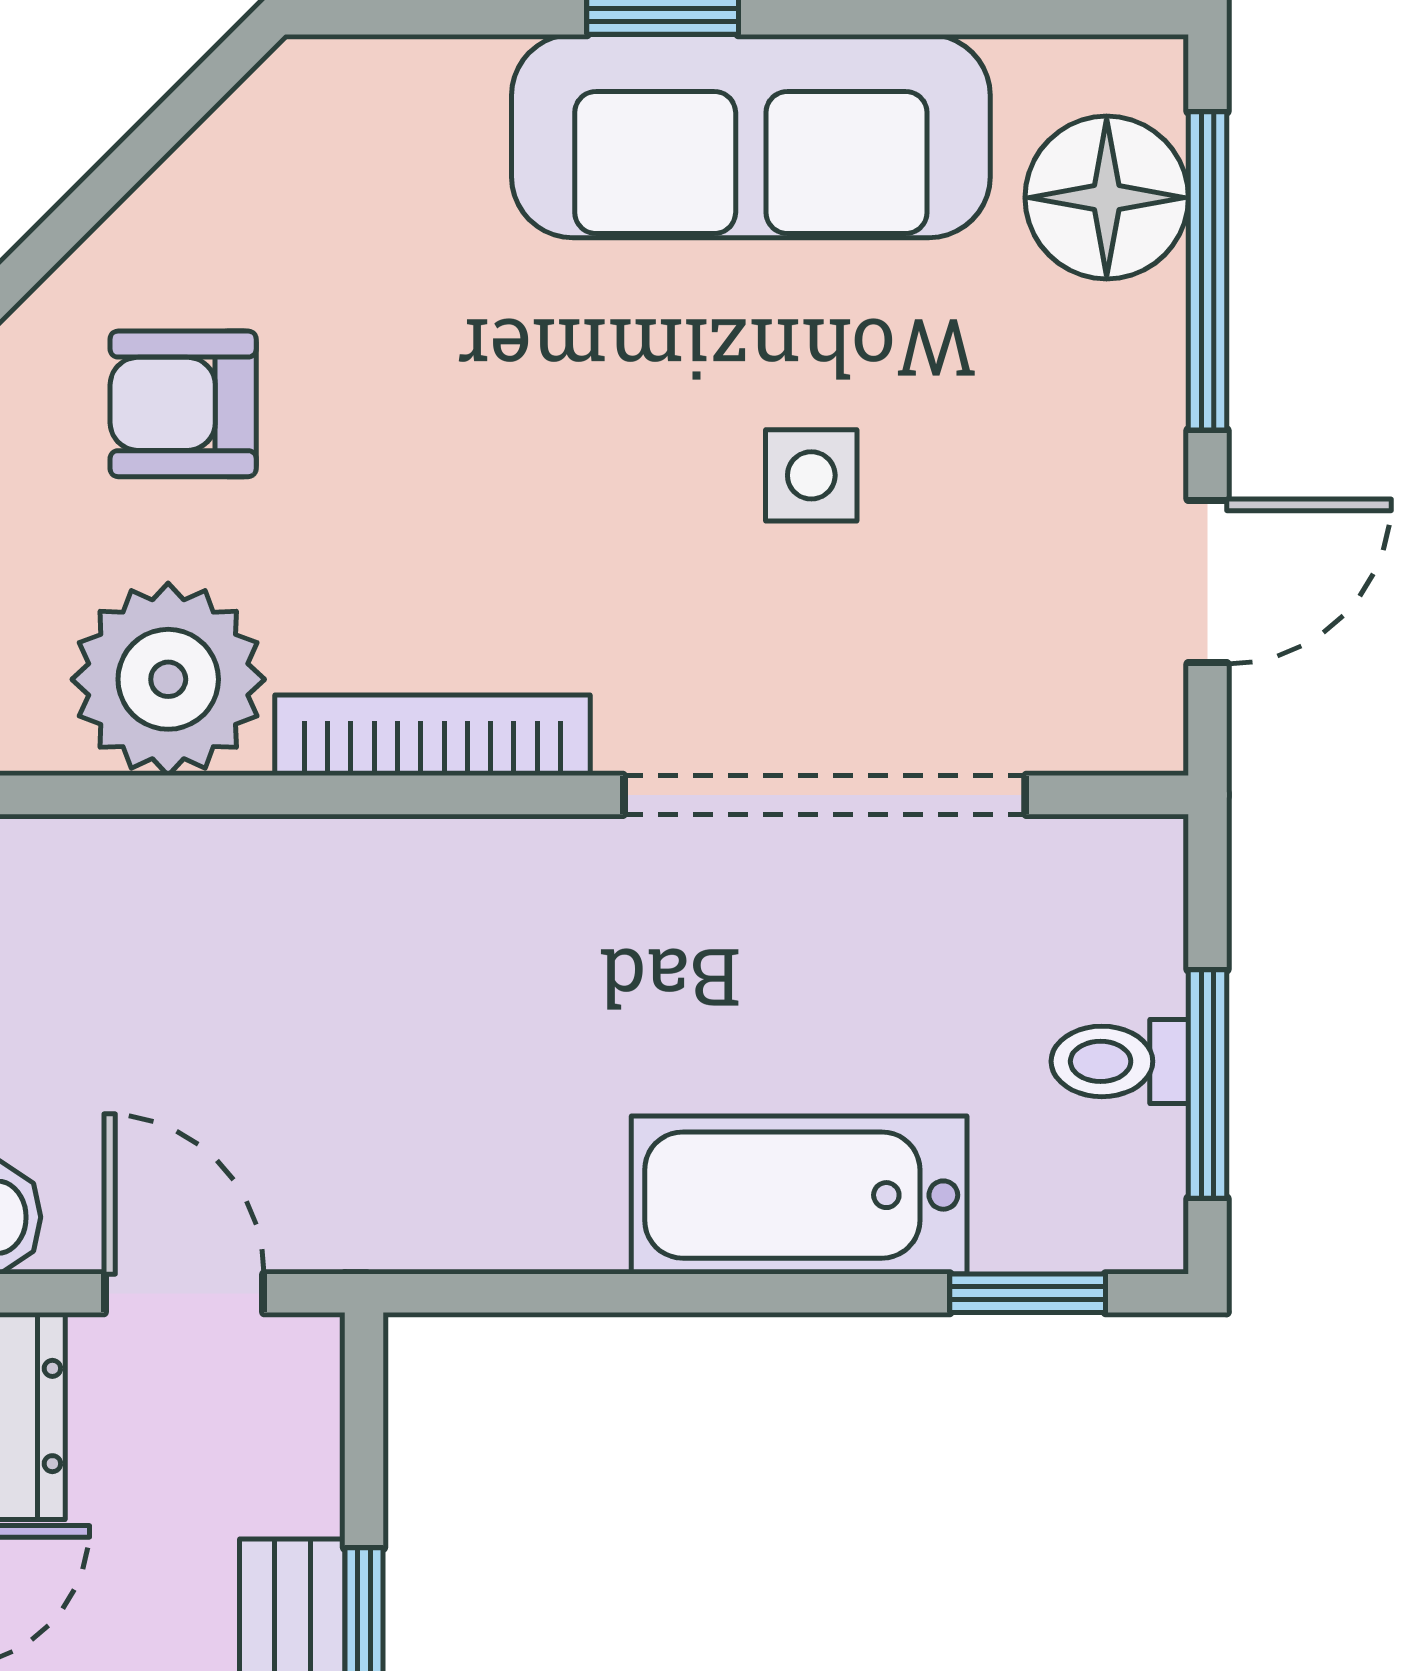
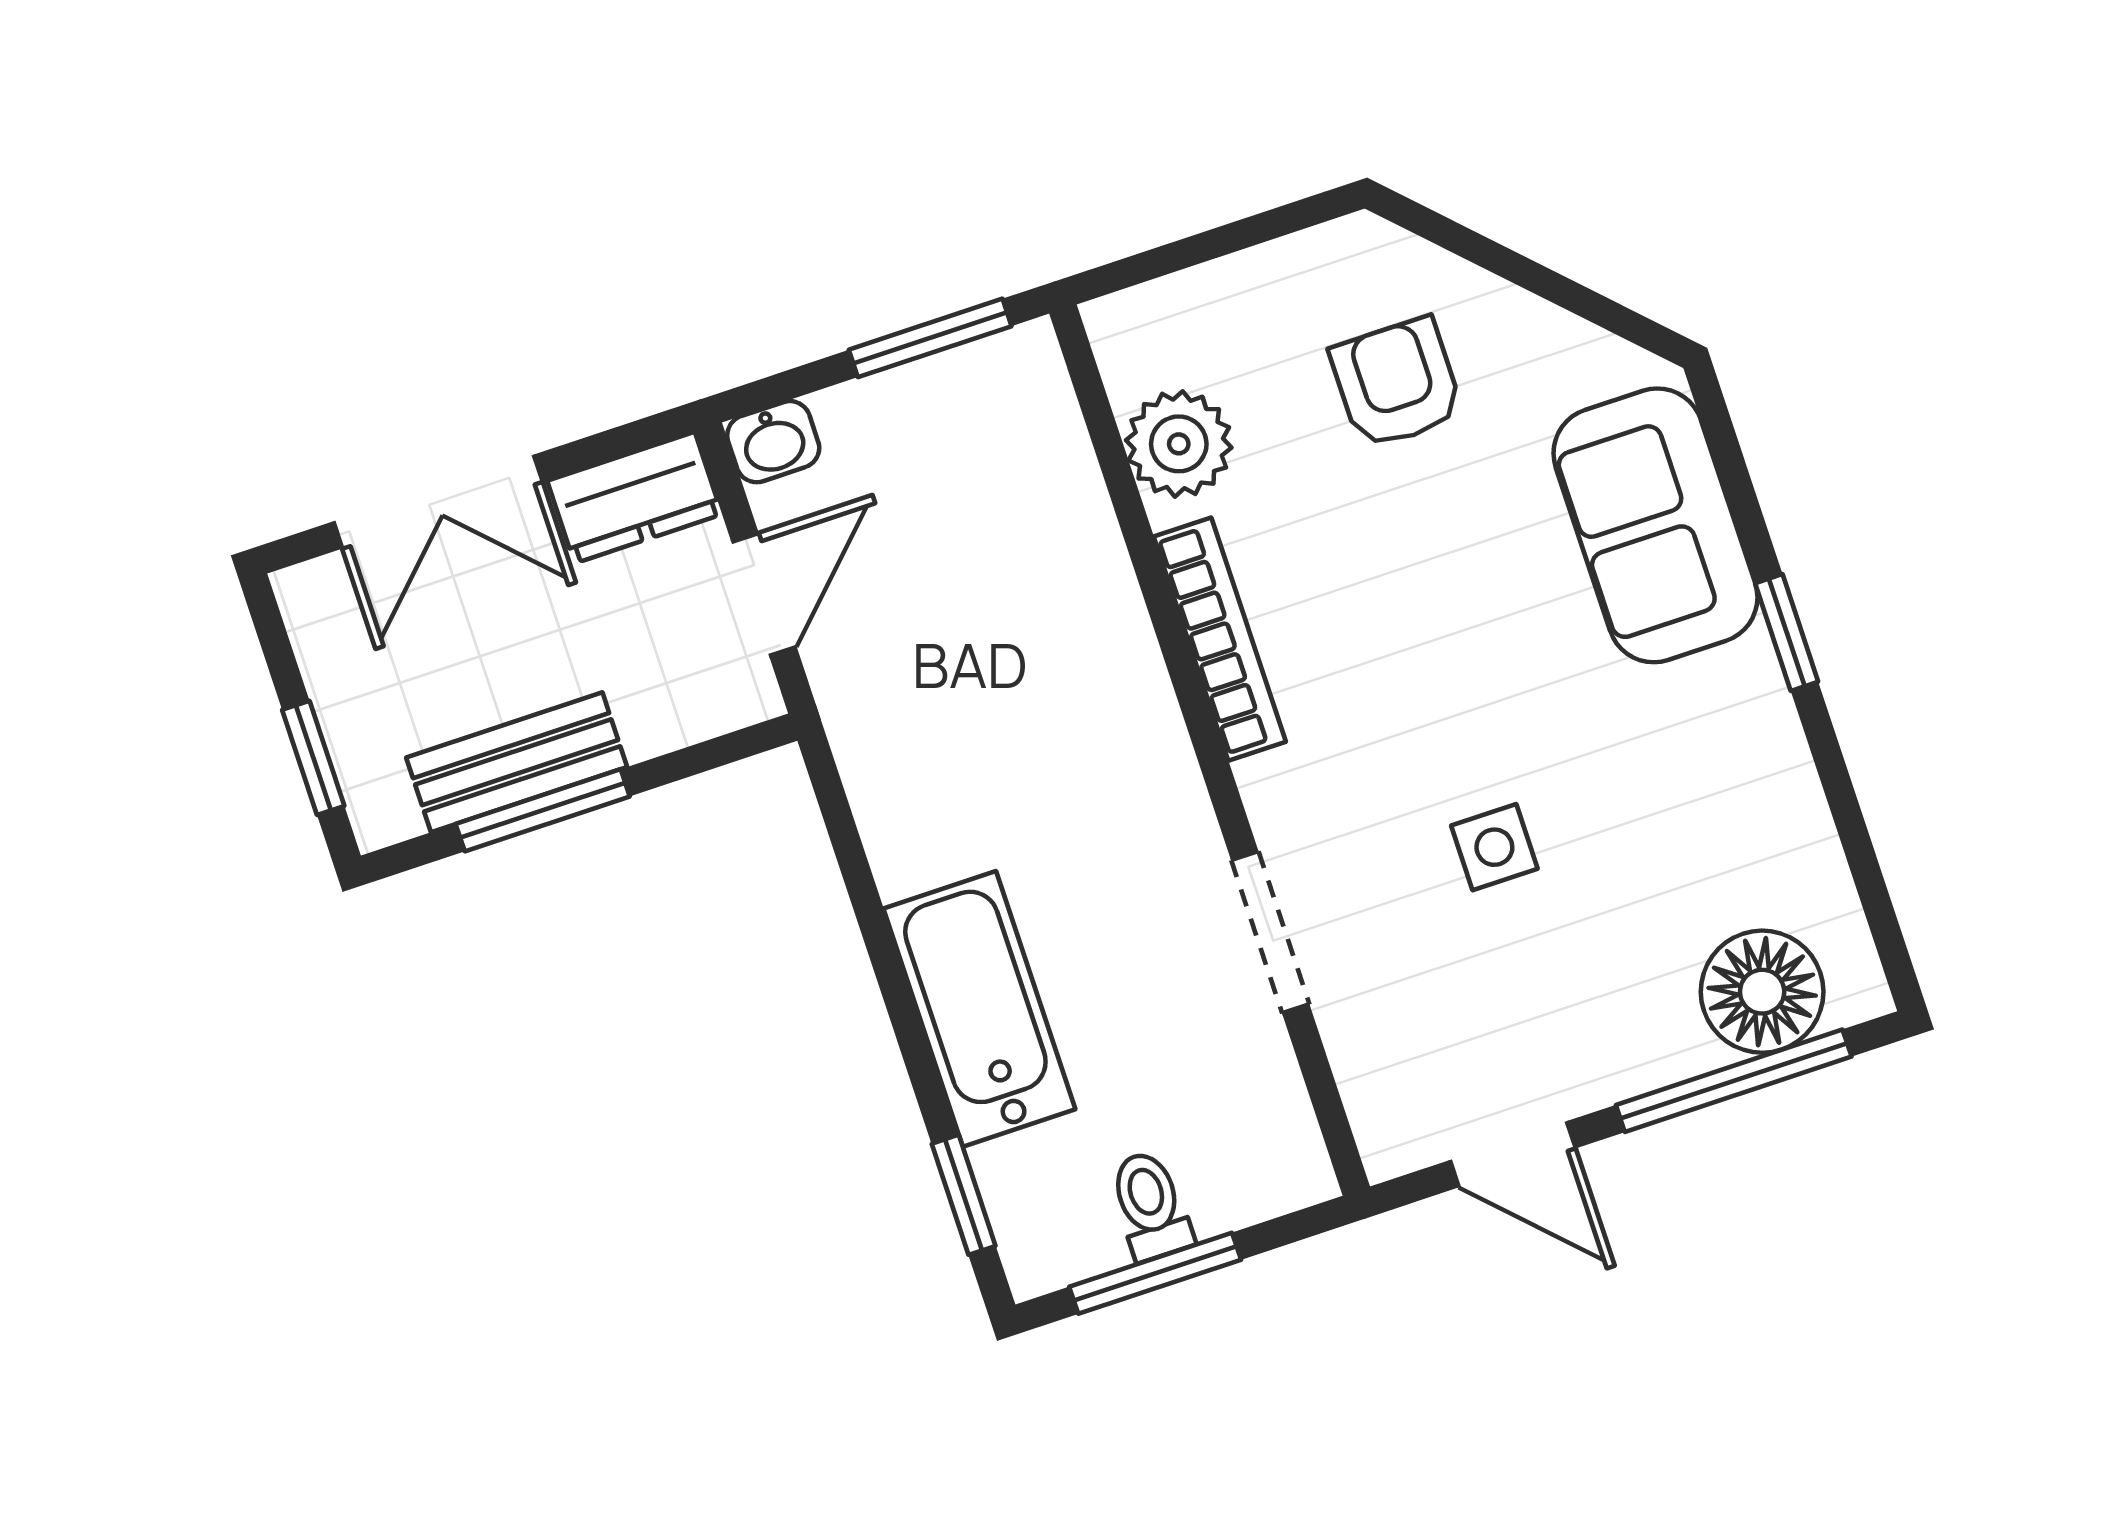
sofa: (751, 136) -> (1655, 525), moved, width x0.73
plant: (168, 679) -> (1179, 444), width x0.73, depth x0.73
doorway: (825, 795) -> (1270, 932), width x0.53

